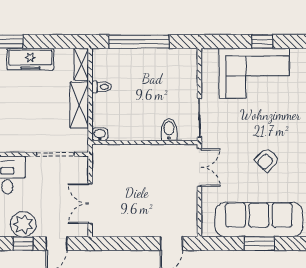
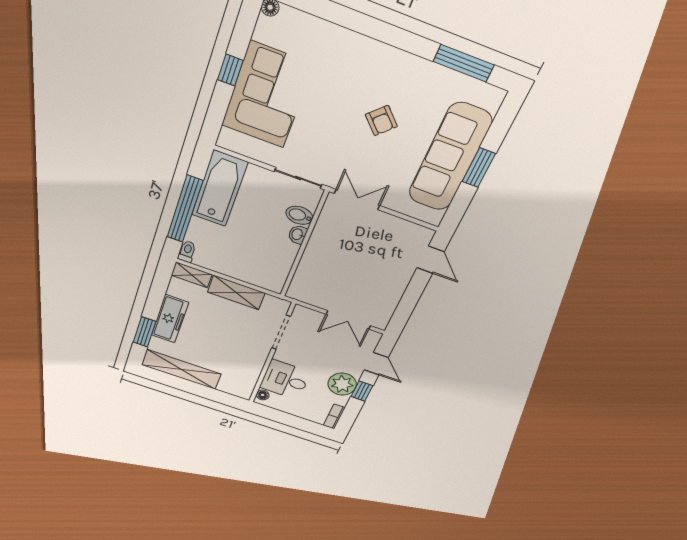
bathtub: (167, 63) -> (219, 189), added
toilet: (102, 87) -> (187, 252), moved
washbasin: (100, 134) -> (298, 234), moved

